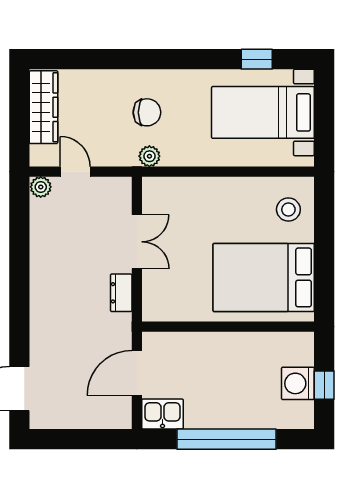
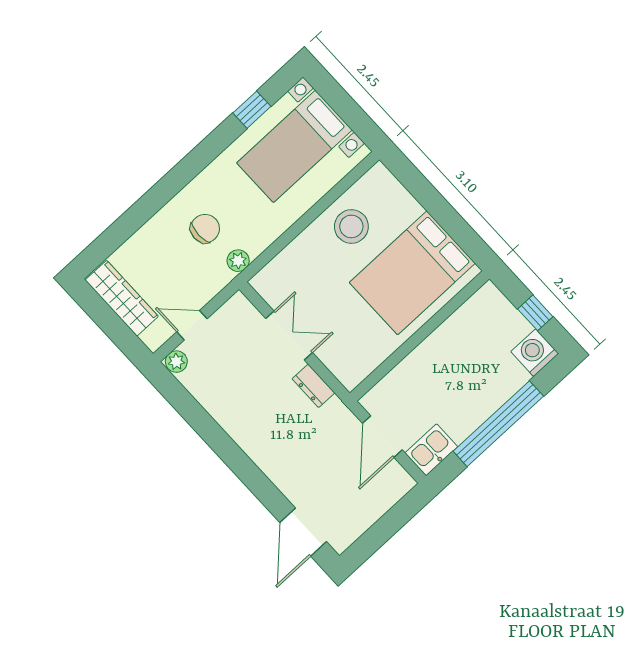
stool: (288, 210) -> (351, 226), moved, width x1.38, depth x1.38
washing machine: (298, 383) -> (535, 353), moved, turned 90

